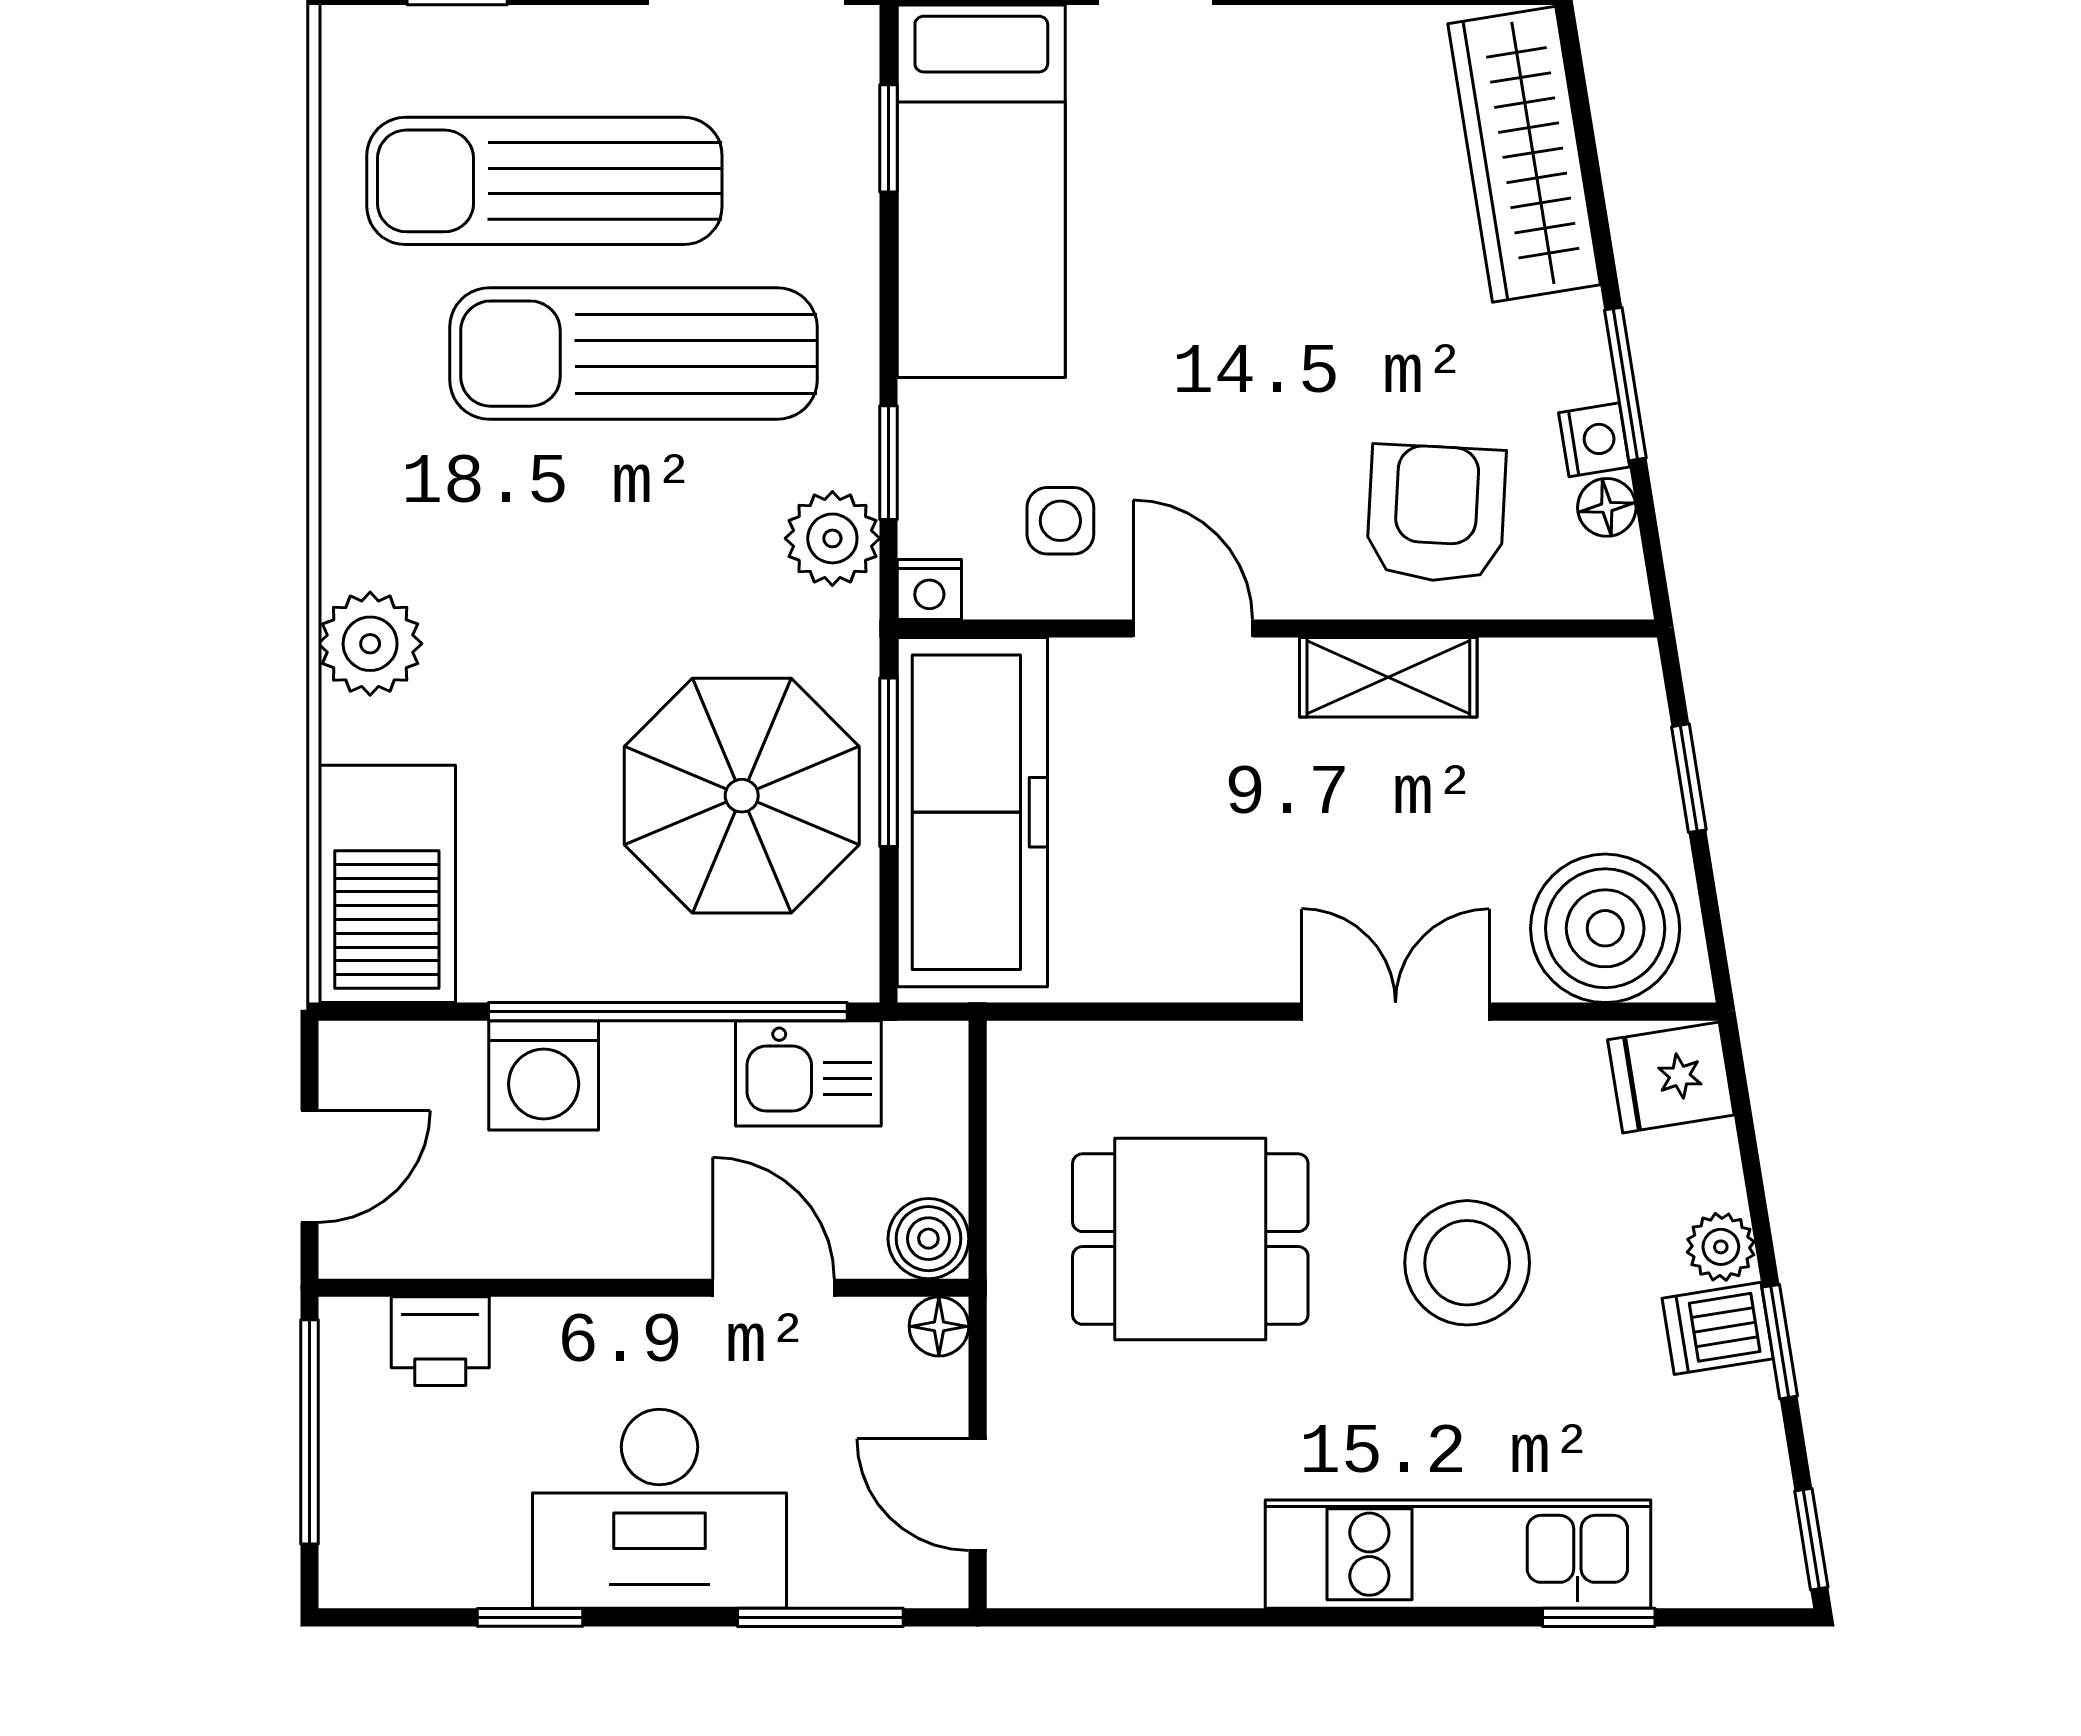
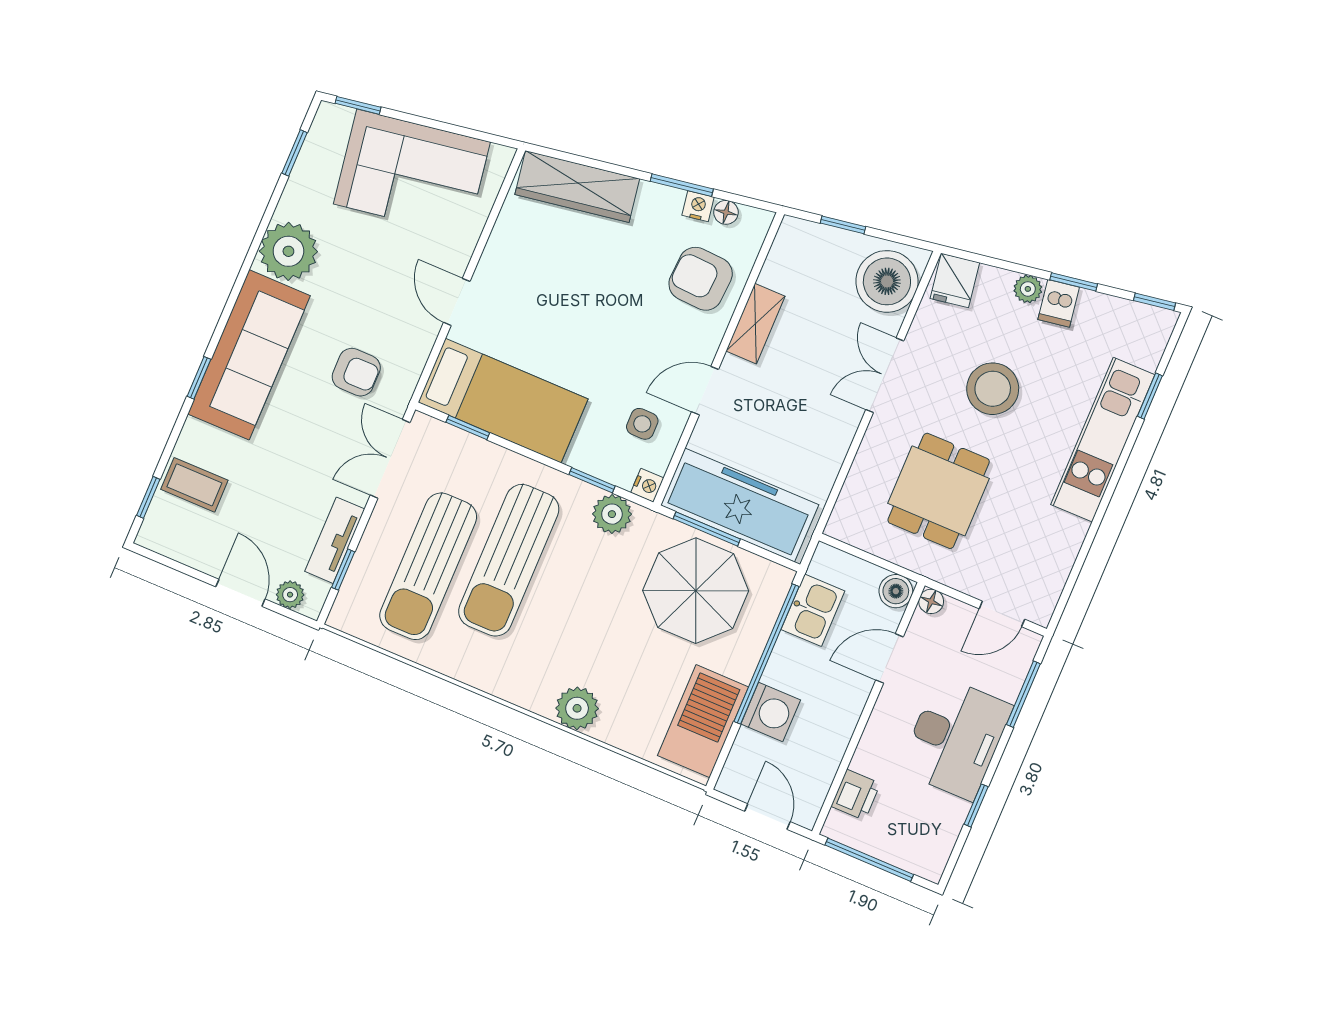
barbecue: (387, 884) -> (703, 721), moved, turned -90

